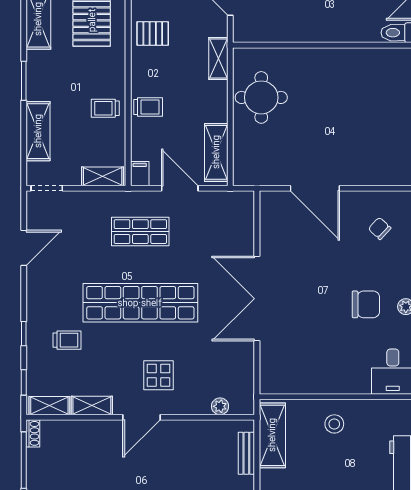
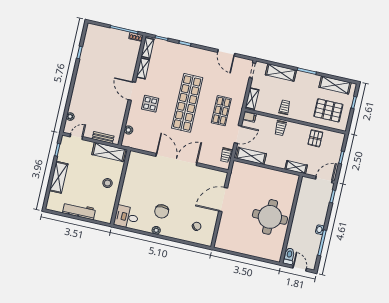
round table: (261, 97) -> (270, 217), moved, width x1.36, depth x1.36
trolley: (67, 340) -> (226, 155), moved

